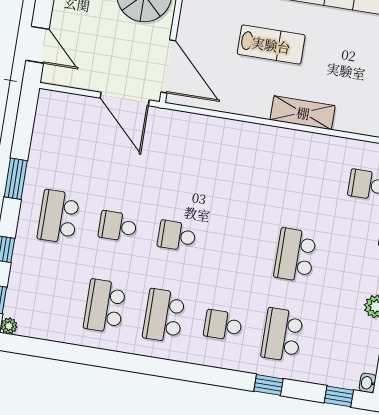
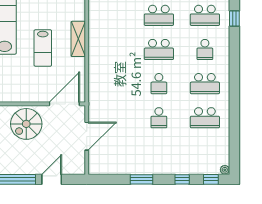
door: (37, 45) -> (52, 179), moved
lab bench: (271, 45) -> (43, 48), turned 180
door: (125, 99) -> (87, 136), moved
shelving: (303, 113) -> (78, 39), moved
school desk: (58, 217) -> (159, 50), moved

